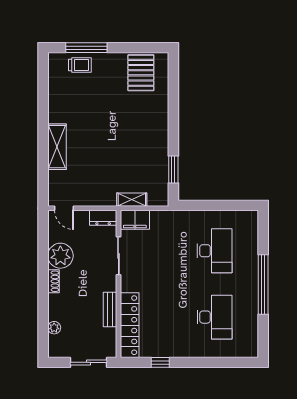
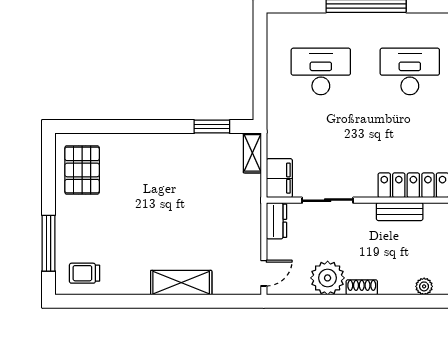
trolley: (80, 65) -> (85, 273), moved, turned -90
pallet: (141, 73) -> (82, 170), turned 90
shelving: (132, 200) -> (252, 153), moved

